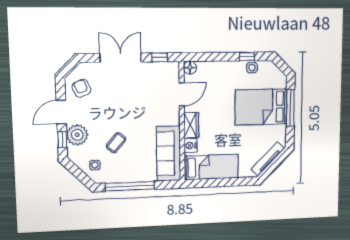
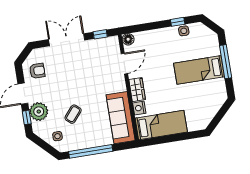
armchair: (82, 88) -> (37, 71), turned 114
bed: (261, 107) -> (199, 70), width x0.67
tv unit: (268, 159) -> (212, 111), removed

